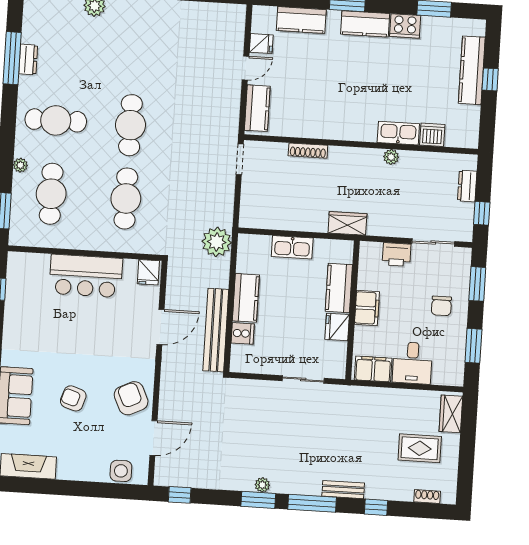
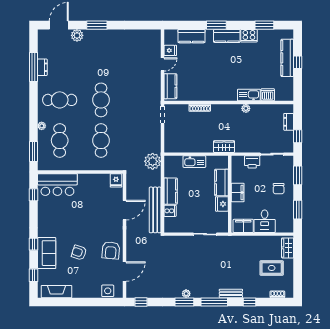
bar counter: (86, 276) -> (57, 185), moved
armchair: (131, 398) -> (111, 250), turned -150

